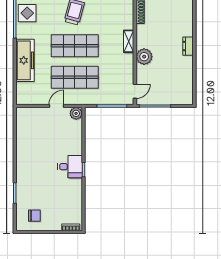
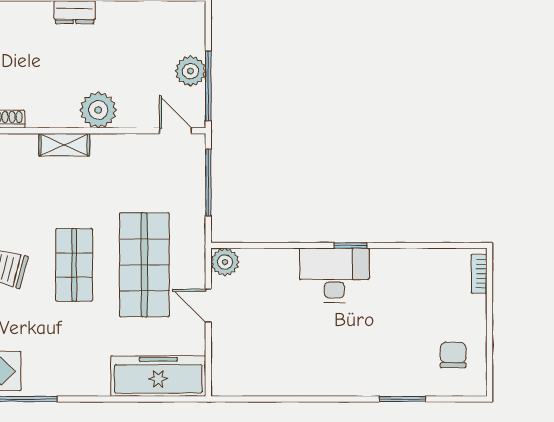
shop shelf: (75, 46) -> (74, 265), width x0.70, depth x0.74
freezer: (25, 60) -> (158, 376), moved
plant: (162, 98) -> (190, 71), added
desk: (70, 167) -> (334, 275), width x1.37

